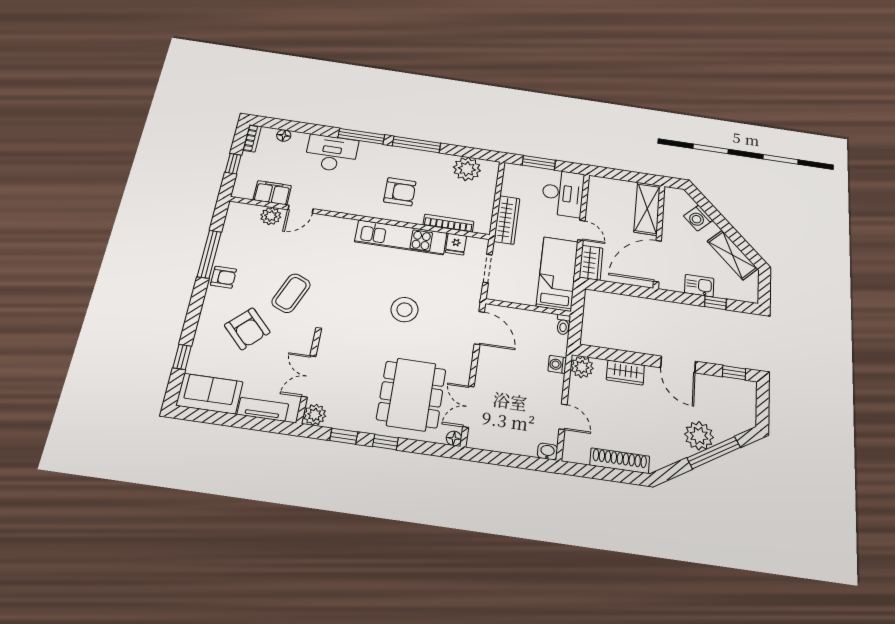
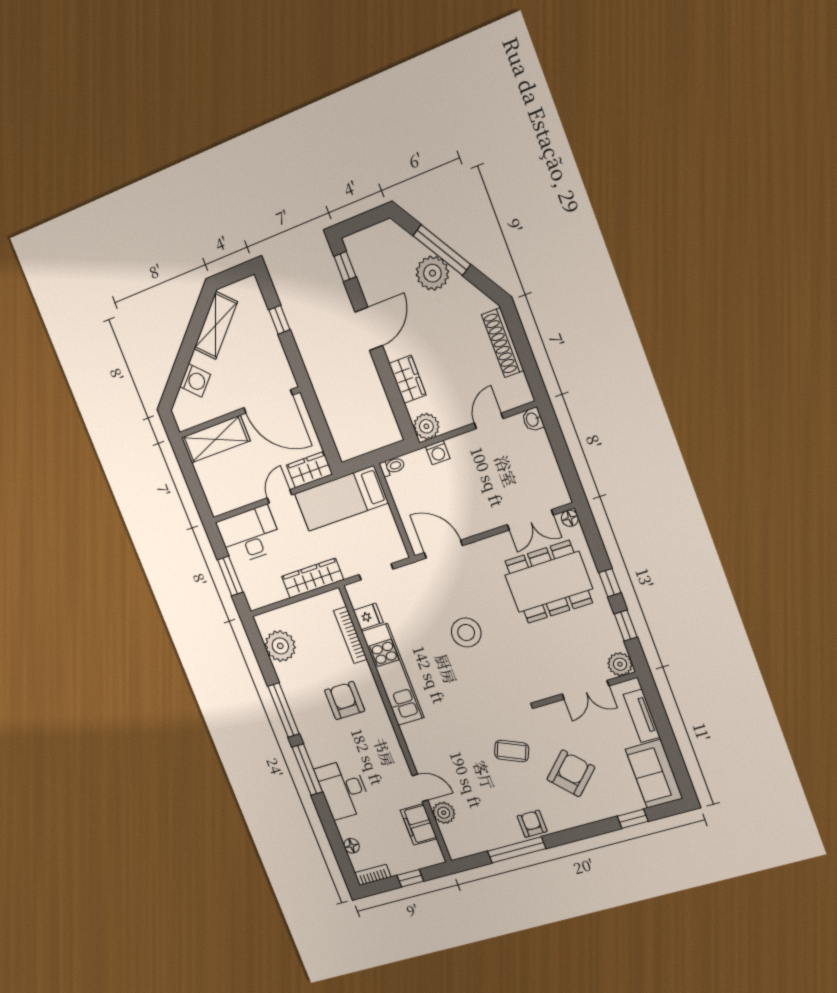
kitchen sink: (699, 286) -> (270, 345), removed
coffee table: (291, 293) -> (512, 751), width x0.73, depth x0.77
door: (479, 328) -> (443, 549), hinge flipped

